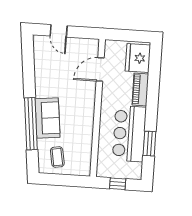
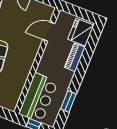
bar counter: (129, 134) -> (38, 98), moved, turned 180

